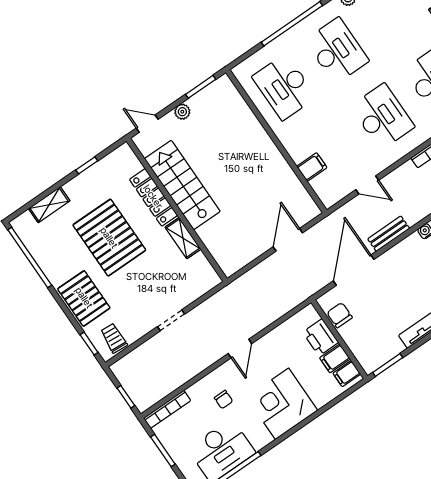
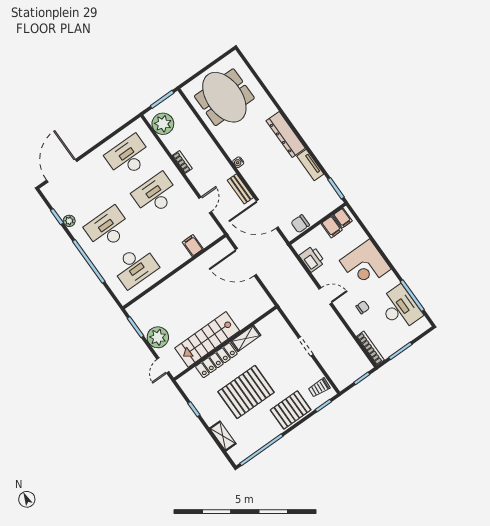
plant: (182, 112) -> (158, 337), width x1.88, depth x1.88
door: (288, 240) -> (246, 262), width x1.36
printer: (321, 337) -> (312, 259), moved, turned -90

